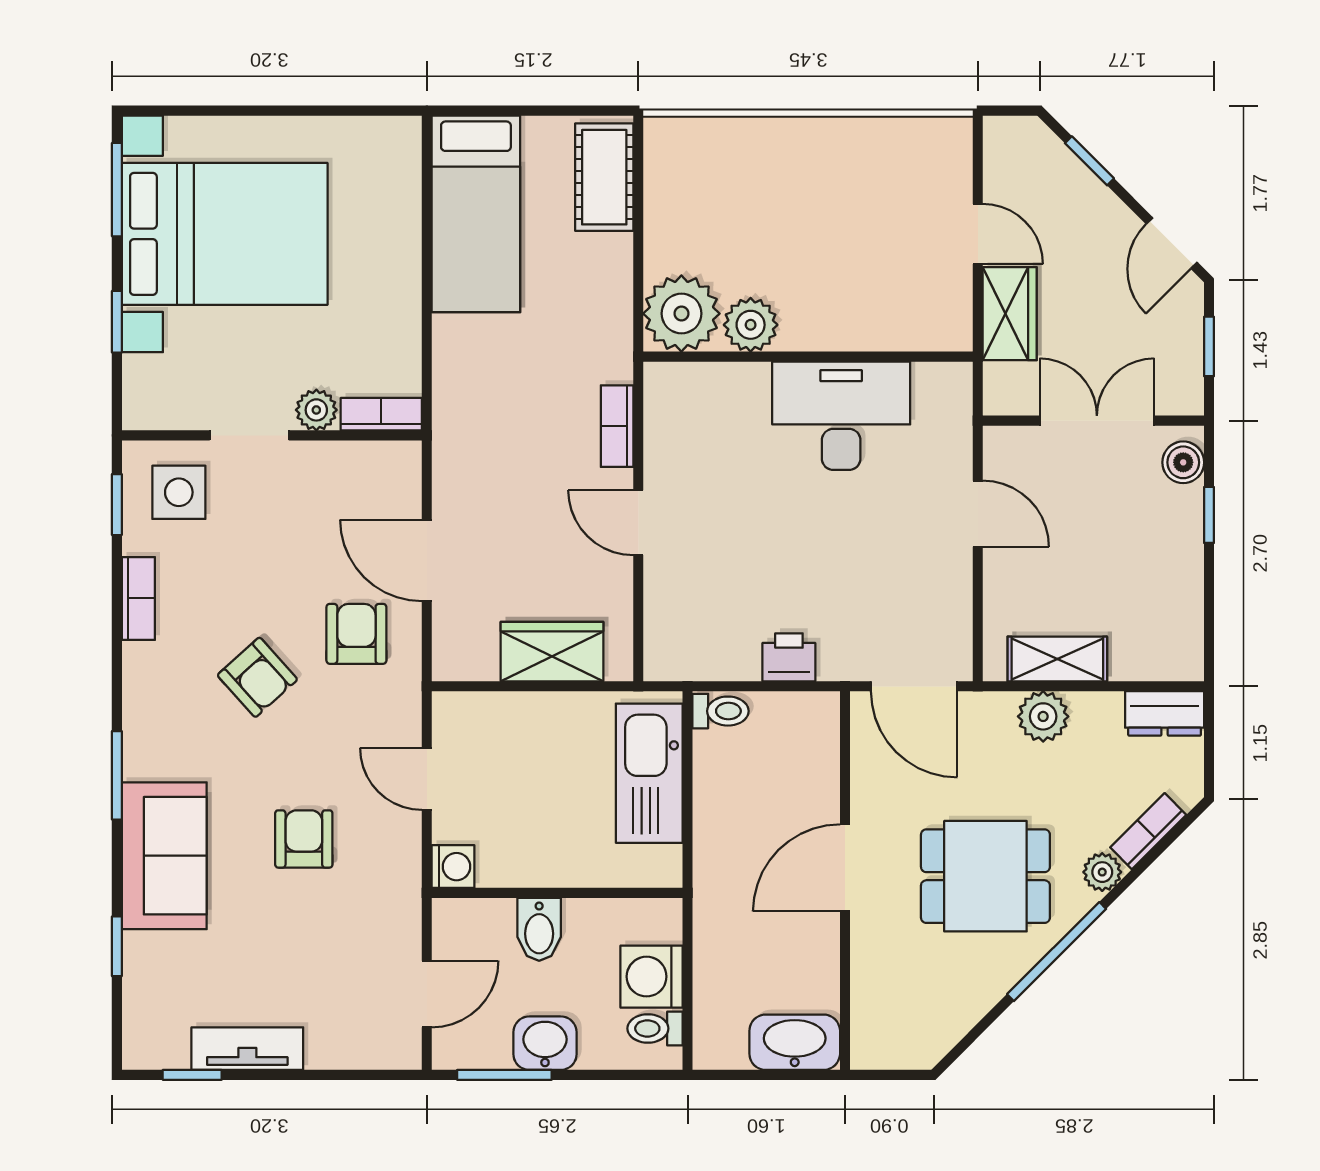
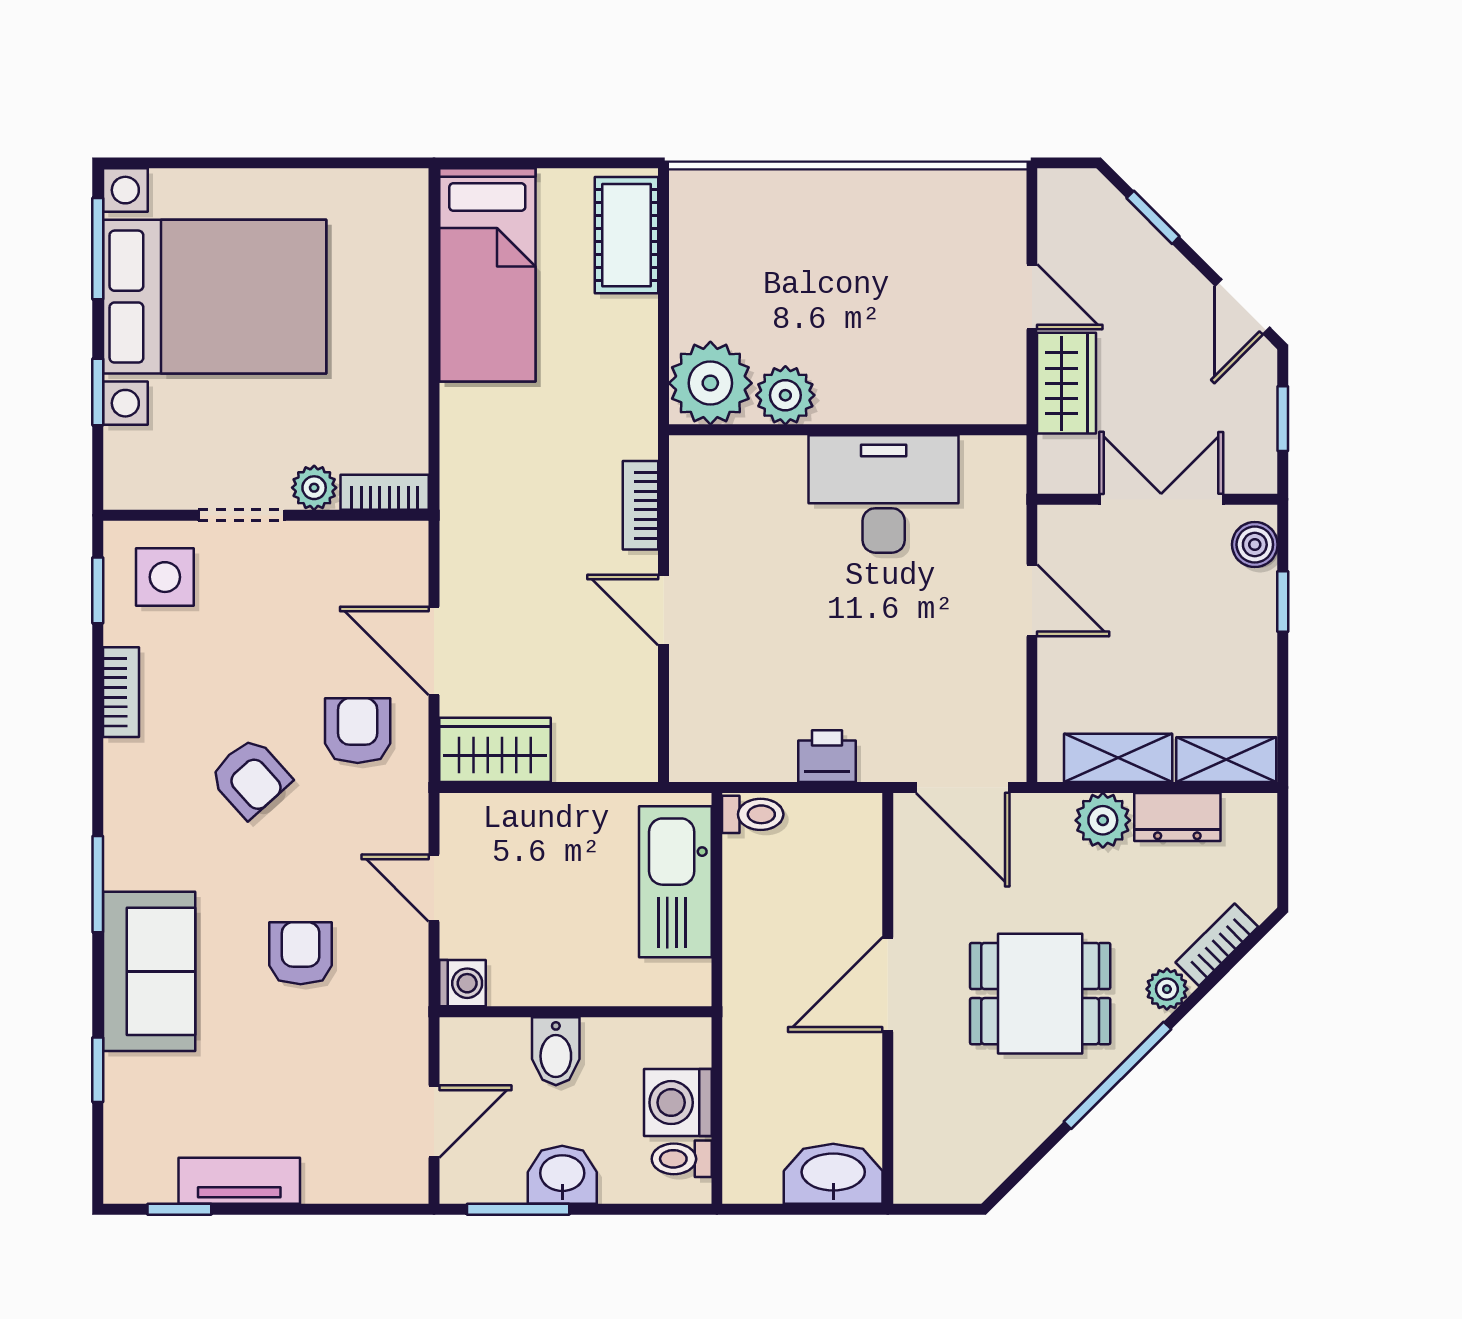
wardrobe: (552, 652) -> (495, 750), moved
shelving: (1157, 661) -> (1226, 760), added
dresser: (1165, 713) -> (1177, 817), moved

